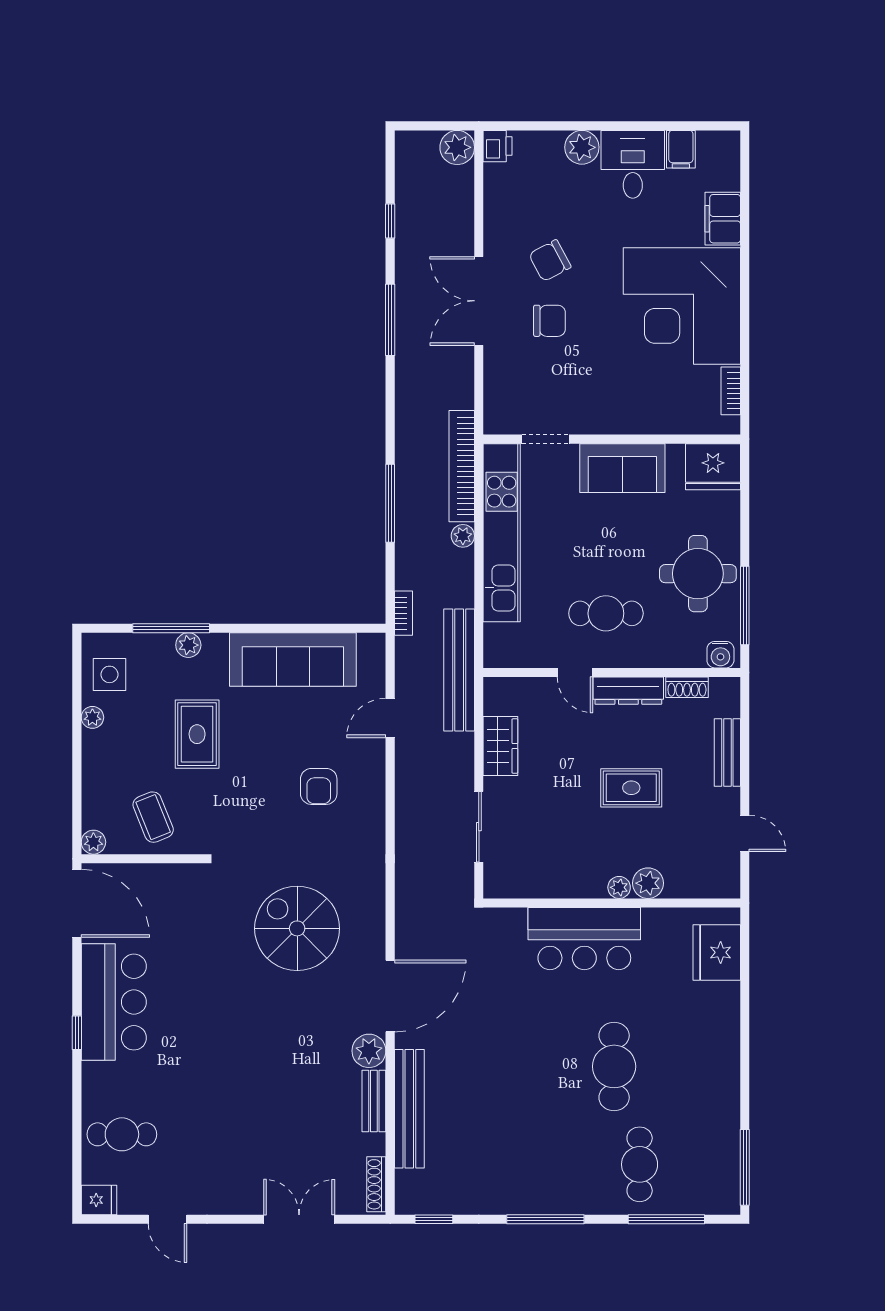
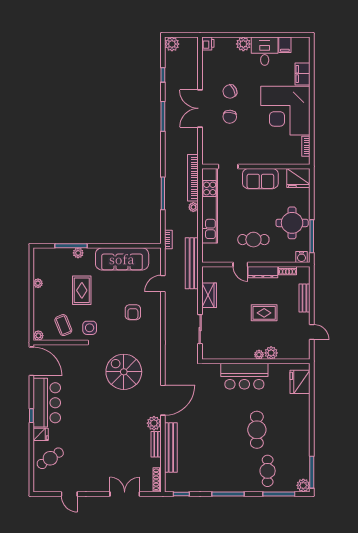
plant: (457, 147) -> (172, 44), moved
chair: (549, 321) -> (230, 117), turned 95
side table: (109, 674) -> (90, 328), moved
cafe table: (122, 1134) -> (50, 458), turned -34
plant: (725, 1199) -> (303, 485), added
fridge: (99, 1200) -> (41, 434), moved

